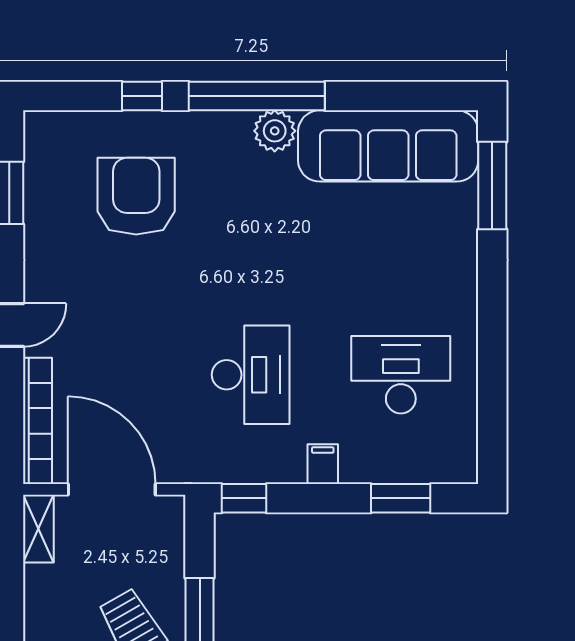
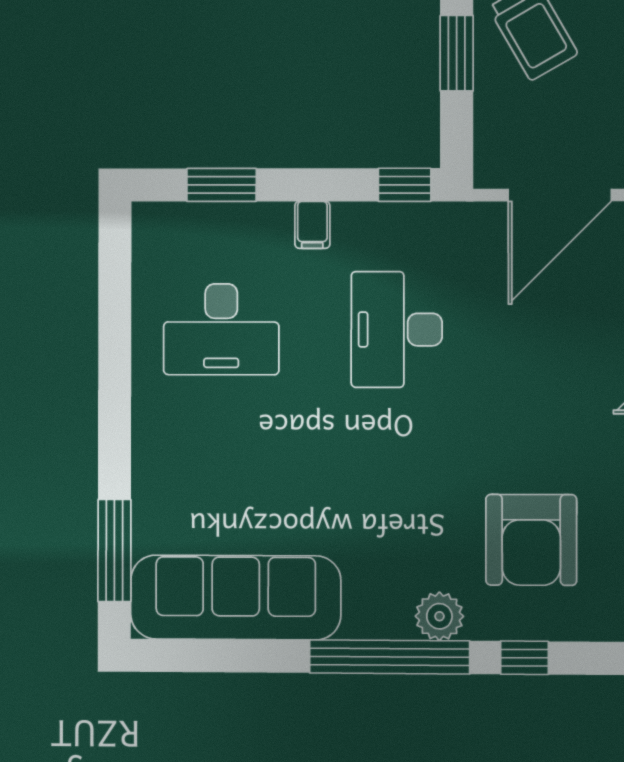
plant: (275, 131) -> (439, 616), moved
door: (112, 489) -> (560, 195), hinge flipped

